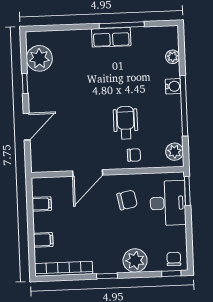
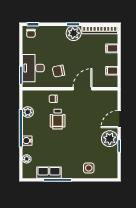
row of seats: (111, 37) -> (49, 173), moved
side table: (72, 46) -> (89, 168), added
plant: (39, 58) -> (110, 139), moved
plant: (175, 152) -> (28, 112), moved
plant: (135, 261) -> (74, 33), moved

